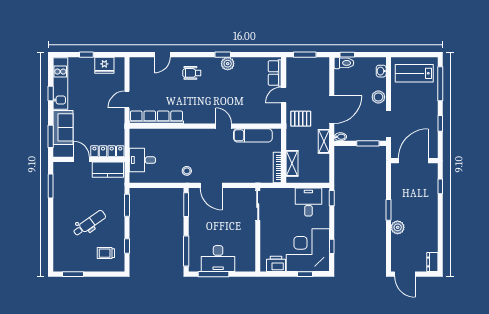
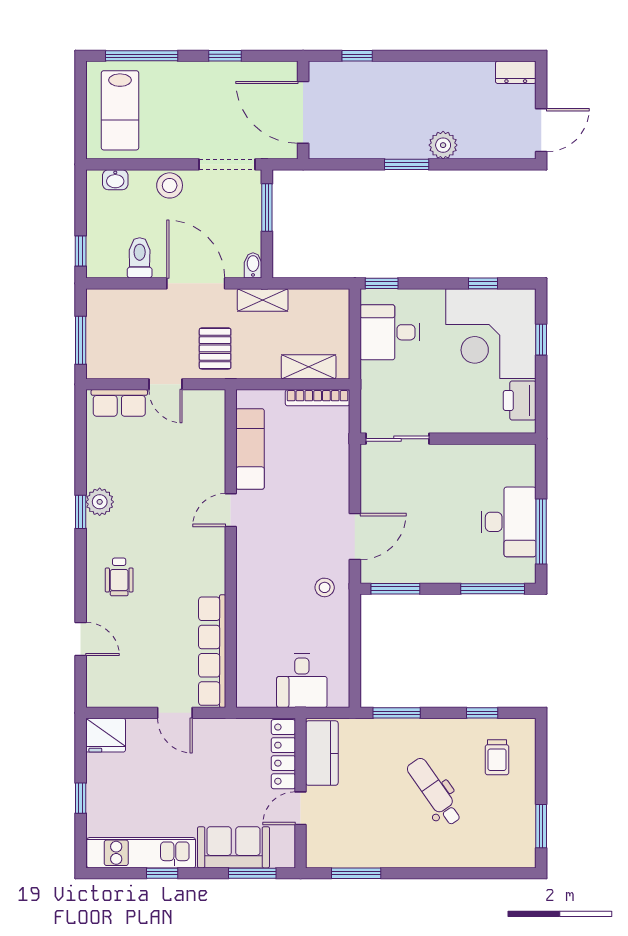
toilet: (344, 63) -> (140, 258), moved
fridge: (104, 65) -> (106, 735), moved, turned 90

